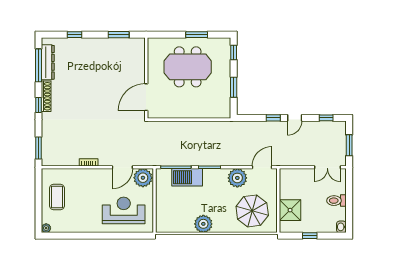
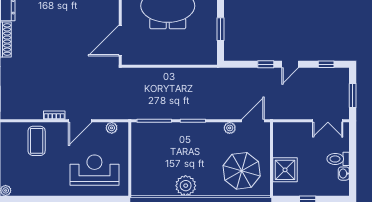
door: (122, 167) -> (80, 121), moved
barbecue: (187, 177) -> (167, 132), removed
plant: (143, 178) -> (112, 128), width x0.53, depth x0.53
plant: (237, 178) -> (230, 128), width x0.53, depth x0.53
coffee table: (57, 197) -> (37, 141), moved
washbasin: (341, 227) -> (344, 174), moved

